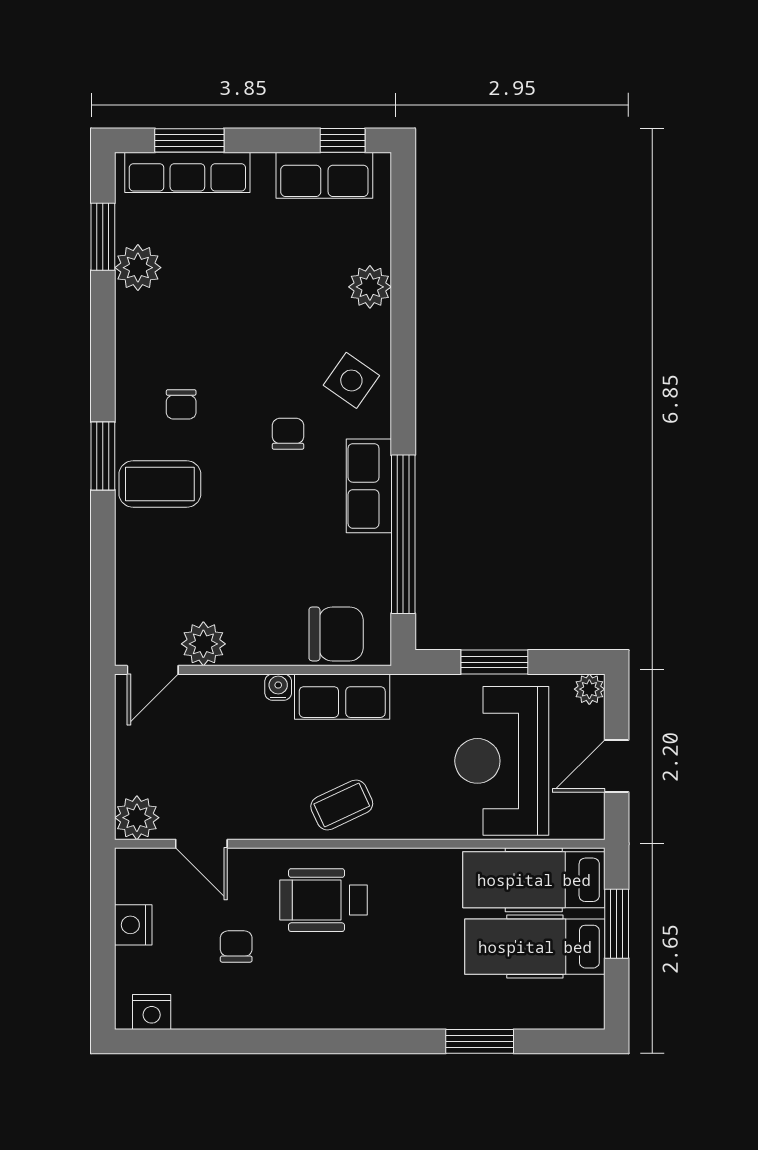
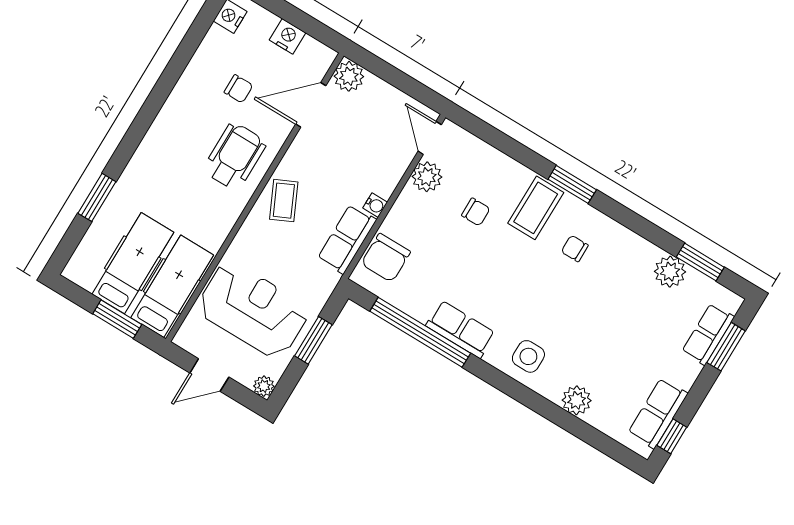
row of seats: (187, 172) -> (708, 334), width x0.68
side table: (351, 380) -> (528, 356), turned -35
chair: (288, 434) -> (476, 212), moved
door: (617, 766) -> (209, 375), swing flipped
door: (201, 844) -> (311, 105), width x1.37

